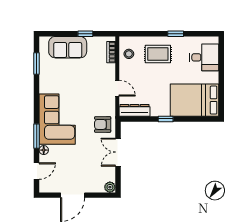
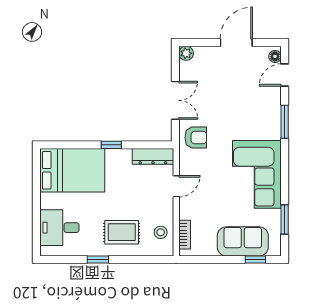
window: (85, 34) -> (255, 259), moved
door: (117, 88) -> (176, 186), swing flipped
corner sofa: (57, 119) -> (257, 174), moved
floor lamp: (44, 150) -> (275, 56), moved

